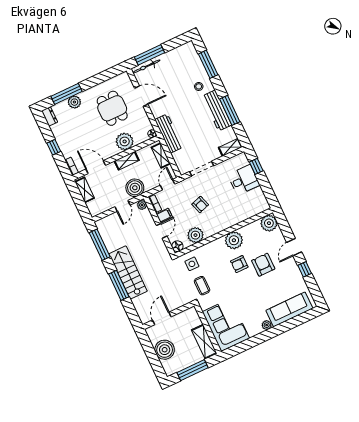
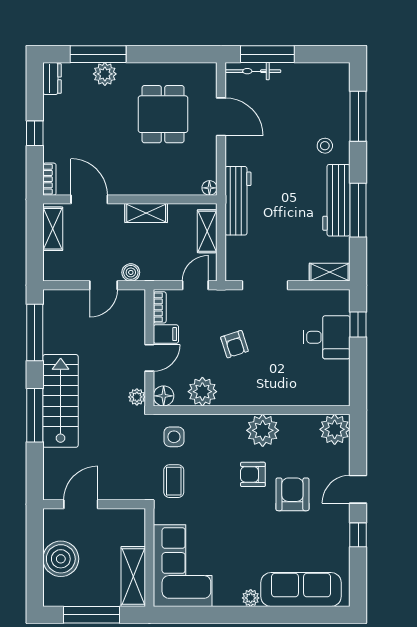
plant: (125, 141) -> (158, 179), removed
boiler: (135, 188) -> (131, 272), width x0.54, depth x0.54
plant: (142, 205) -> (137, 397), moved

